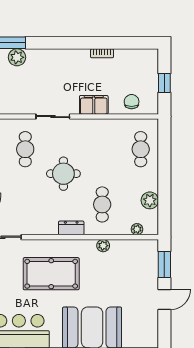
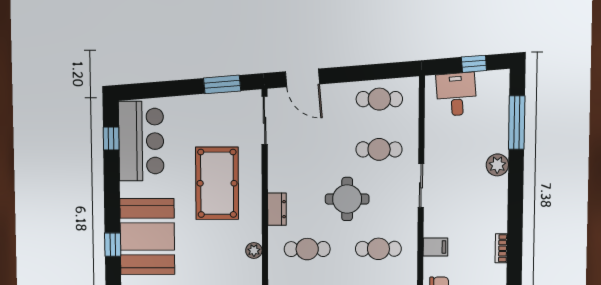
plant: (17, 57) -> (497, 165), moved
filing cabinet: (94, 105) -> (435, 247), width x0.50
cafe table: (102, 149) -> (378, 249), added

